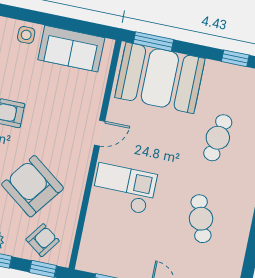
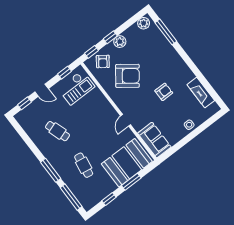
window: (153, 41) -> (131, 182), moved
sofa: (71, 49) -> (154, 140), moved, turned 90
checkout: (124, 189) -> (76, 88), moved

